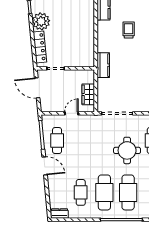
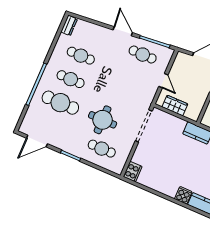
door: (45, 166) -> (123, 31), swing flipped
cafe table: (104, 192) -> (71, 79), width x0.73, depth x0.74

